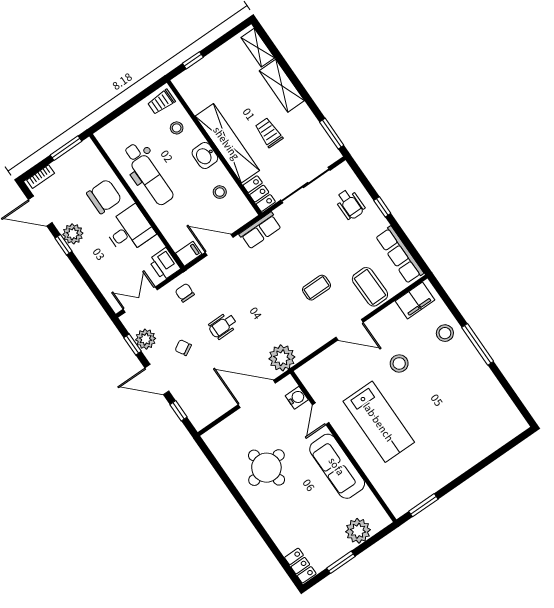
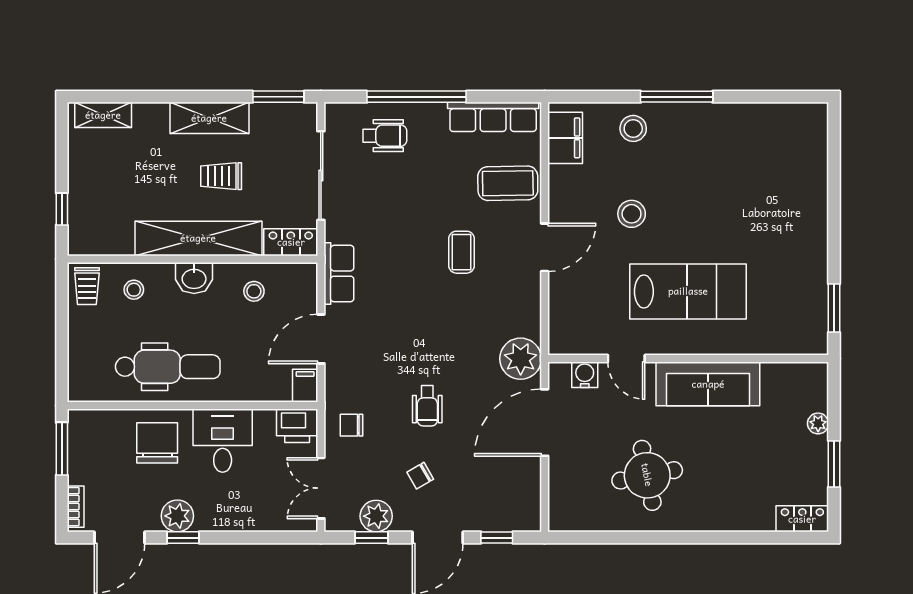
shelving: (282, 86) -> (209, 118), moved
window: (382, 207) -> (417, 97), width x3.17
plant: (358, 531) -> (818, 423), width x0.53, depth x0.53

